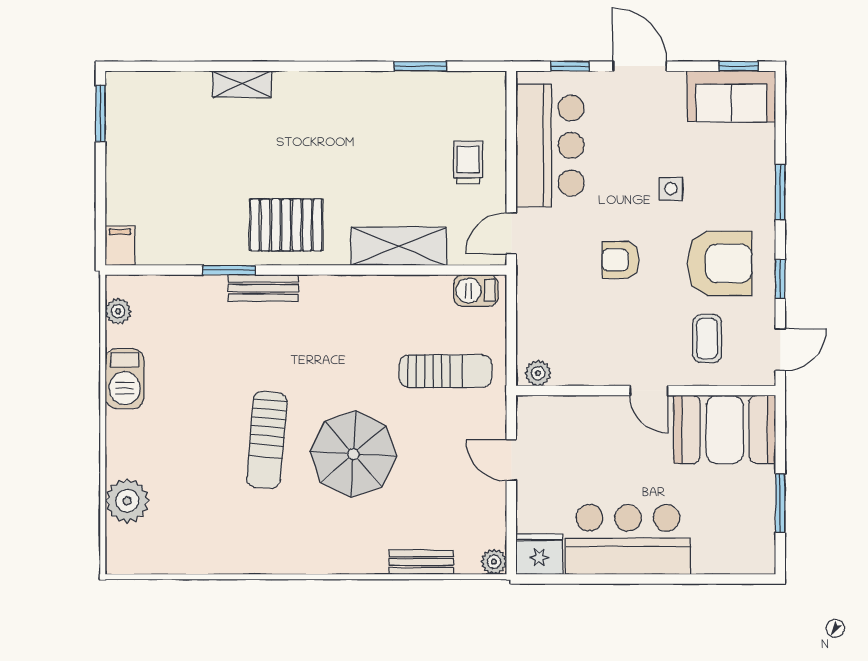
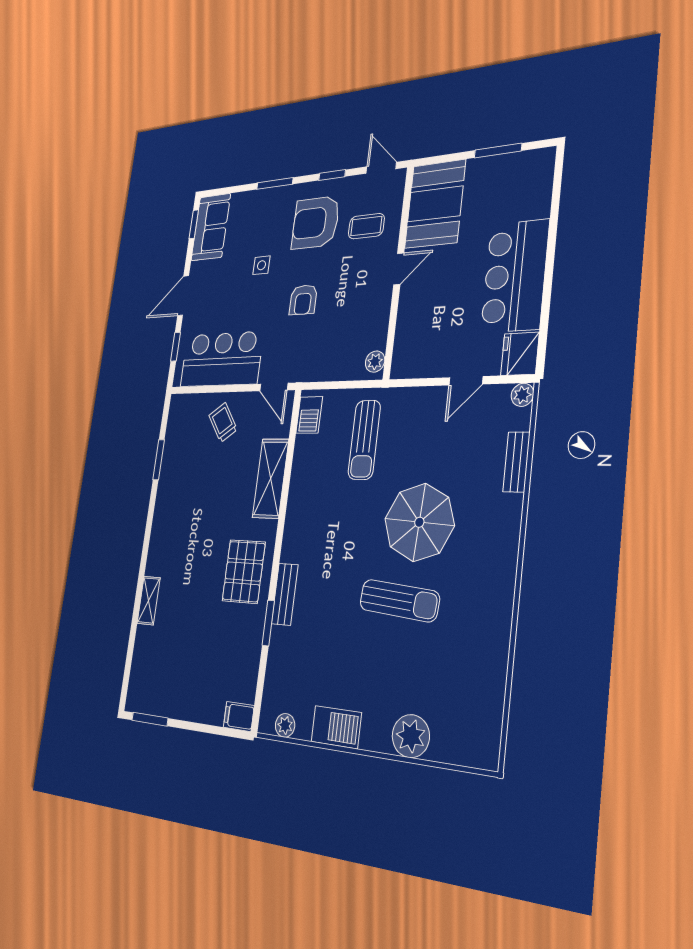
trolley: (468, 162) -> (223, 422), turned 55
armchair: (720, 263) -> (315, 223), turned -90
sun lounger: (446, 371) -> (364, 440), turned 180
door: (511, 460) -> (466, 381), moved
plant: (127, 501) -> (411, 736), moved

